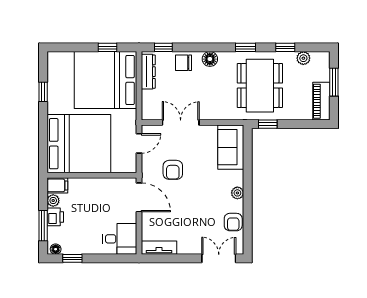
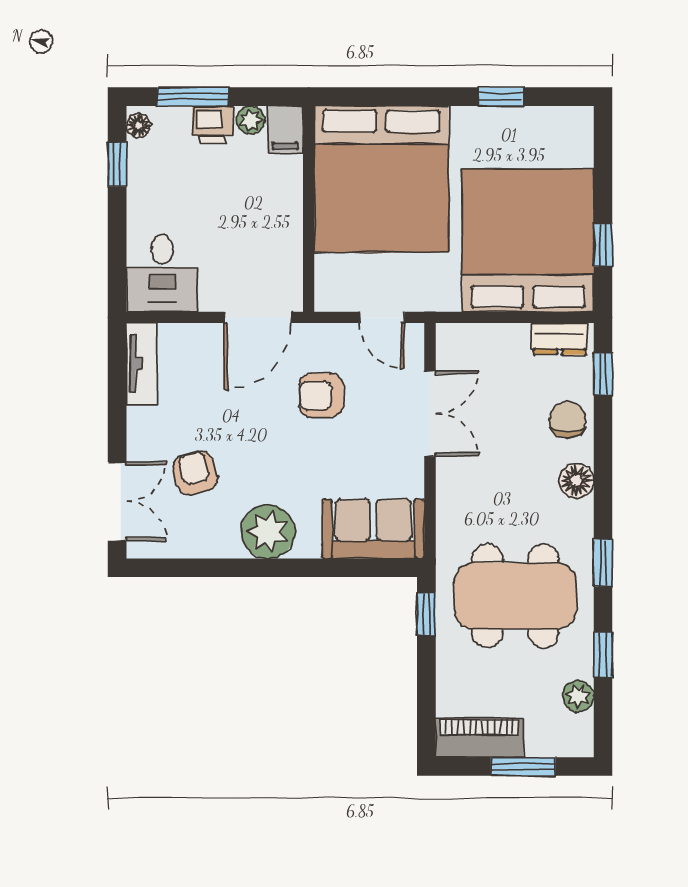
dresser: (148, 72) -> (560, 339), width x0.70
plant: (237, 193) -> (268, 532), width x1.87, depth x1.87
armchair: (233, 222) -> (195, 473), moved, turned 76

